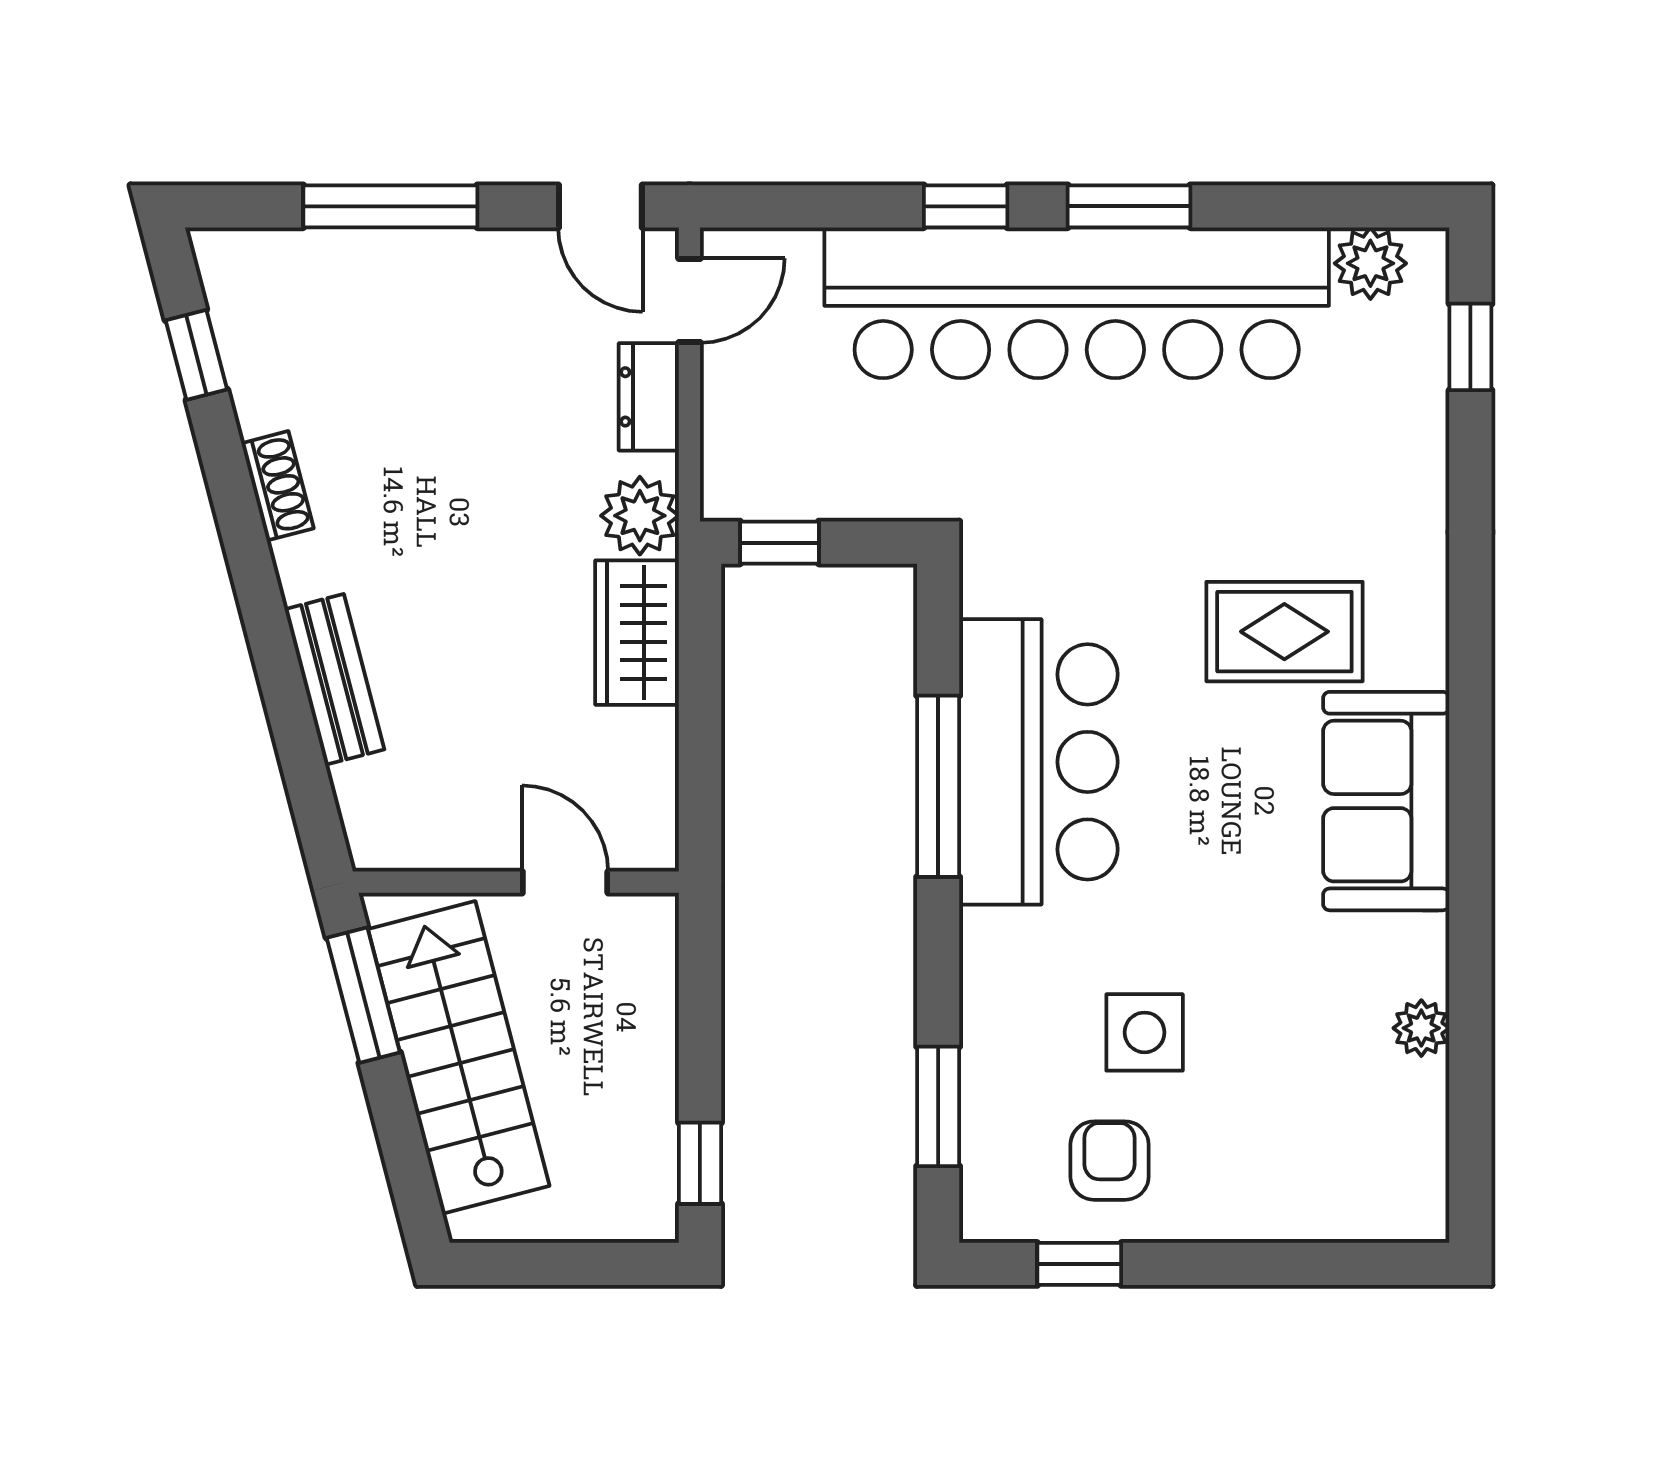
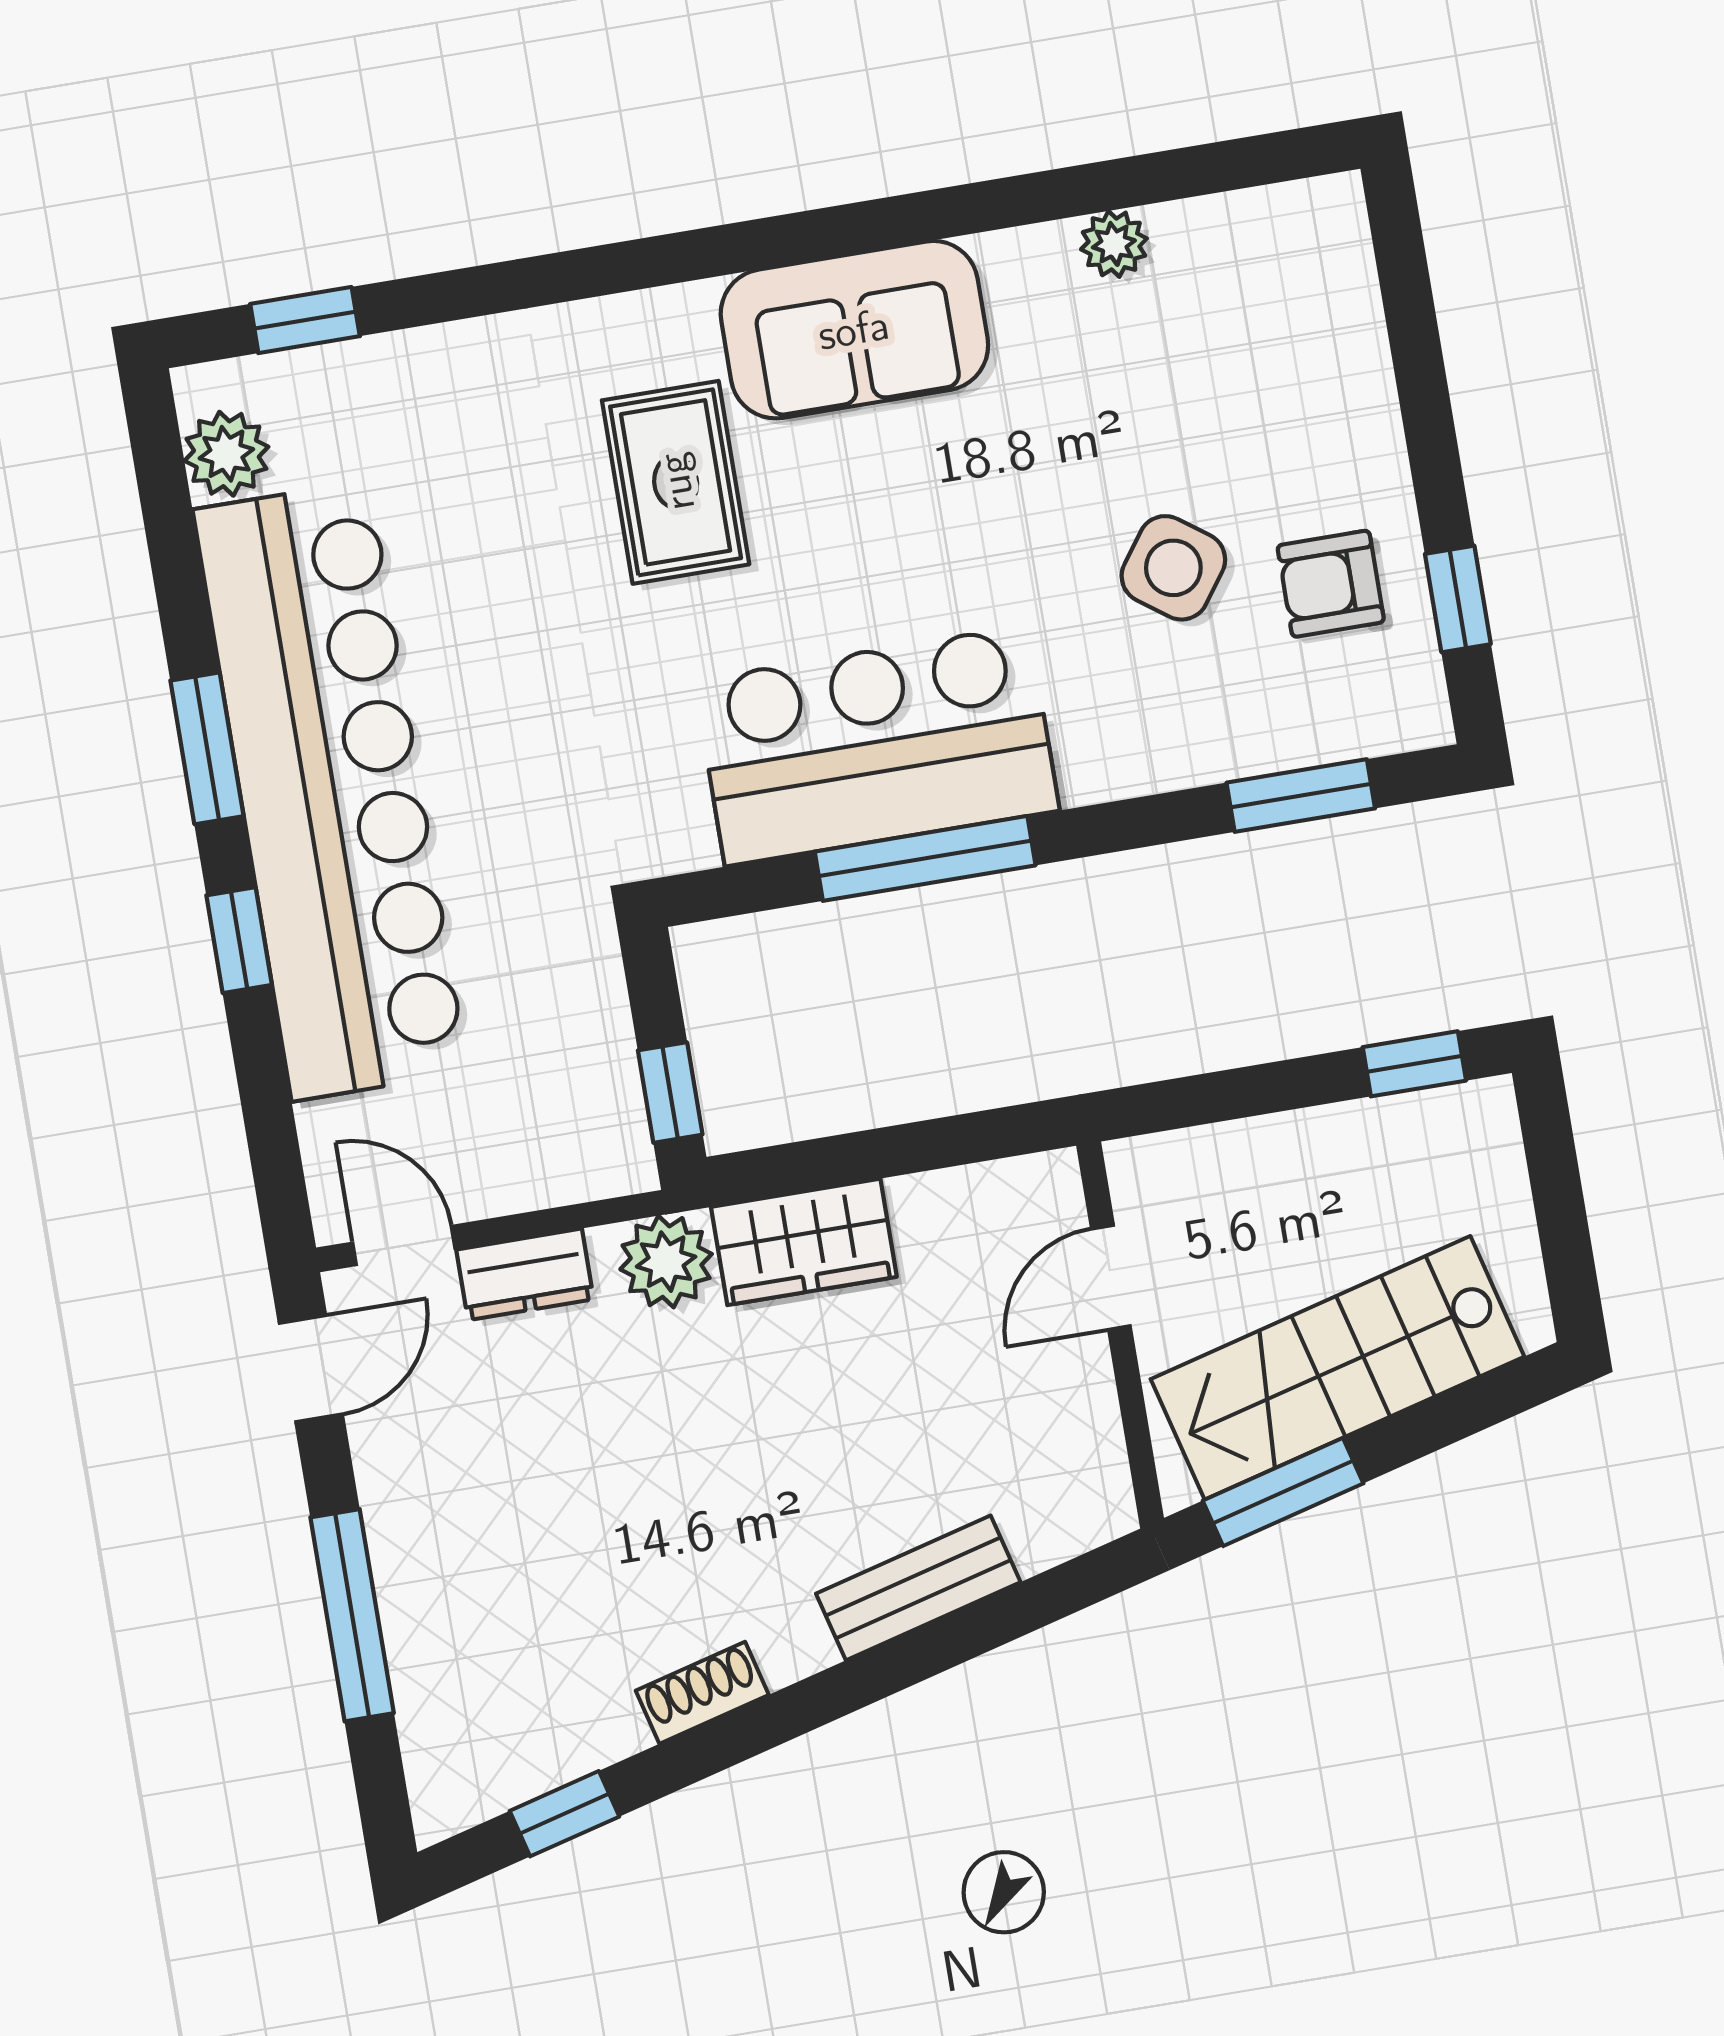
side table: (1145, 1032) -> (1173, 568), turned 36

